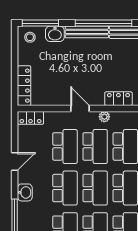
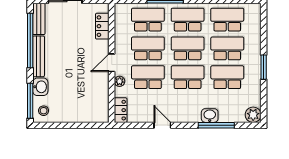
locker: (24, 86) -> (90, 116), removed
plant: (104, 117) -> (120, 81), moved
washbasin: (25, 192) -> (210, 116), moved

